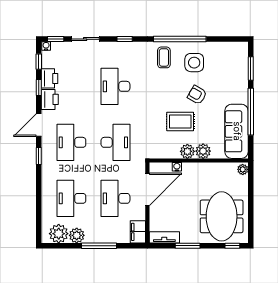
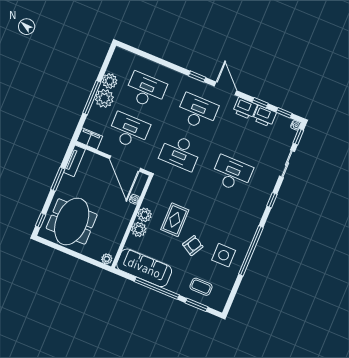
coffee table: (164, 57) -> (201, 287), moved
meeting table: (222, 216) -> (72, 221), turned 90
plant: (59, 234) -> (104, 98), moved

